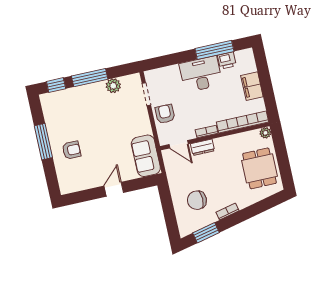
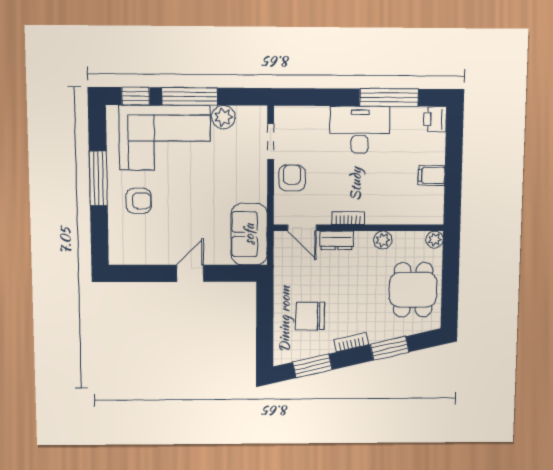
printer: (227, 60) -> (435, 119), moved, turned 90
filing cabinet: (252, 86) -> (432, 175), width x0.50
corner sofa: (80, 107) -> (165, 138), added
bookcase: (243, 122) -> (405, 216), removed
plant: (232, 141) -> (383, 240), added
window: (254, 210) -> (390, 348), added

